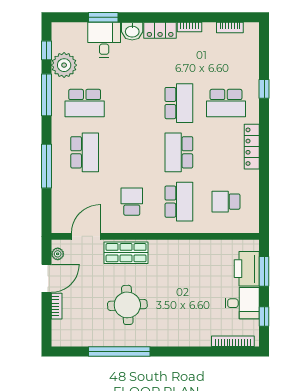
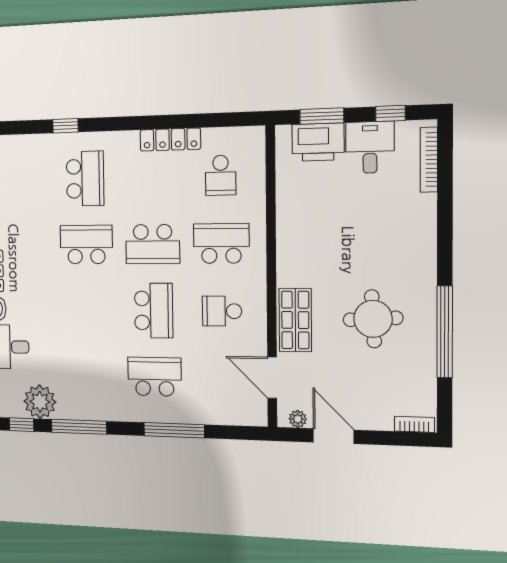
school desk: (85, 103) -> (154, 311), moved
locker: (252, 147) -> (170, 140), moved
bookcase: (57, 306) -> (414, 424), moved

